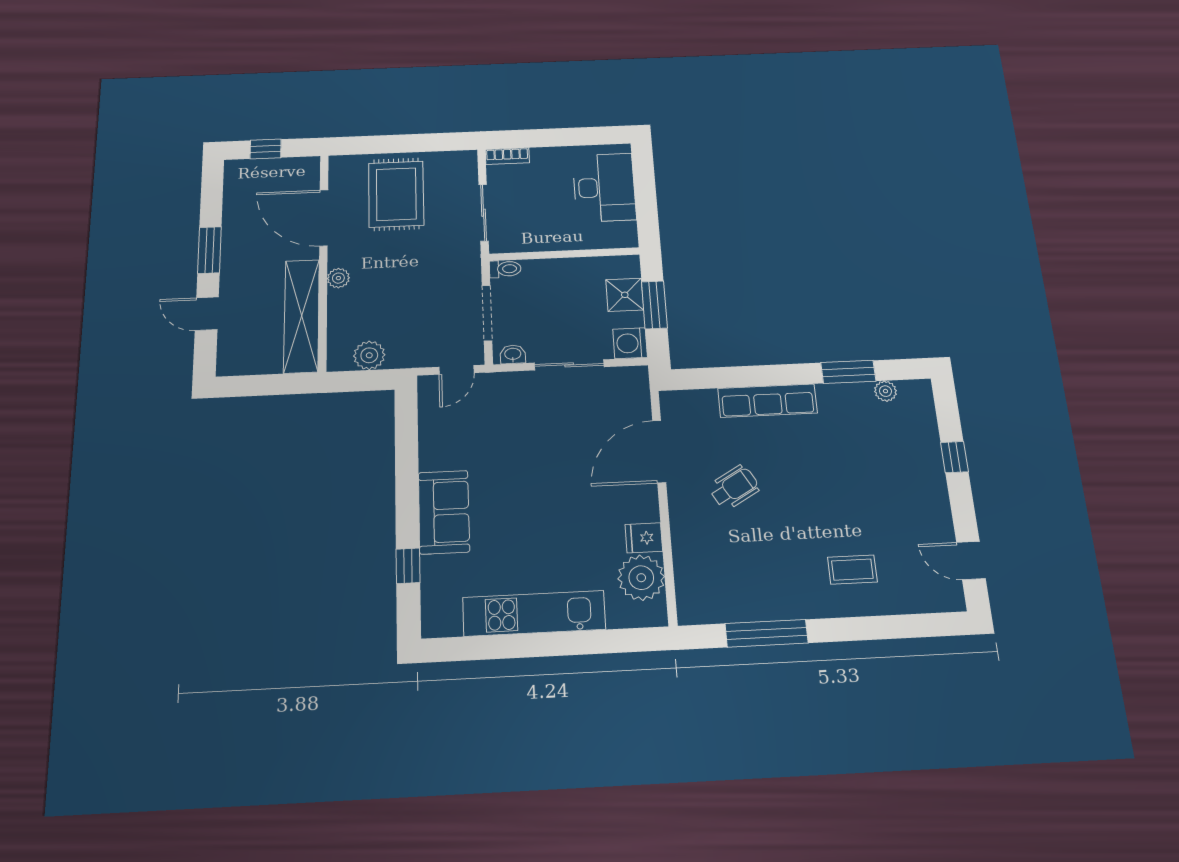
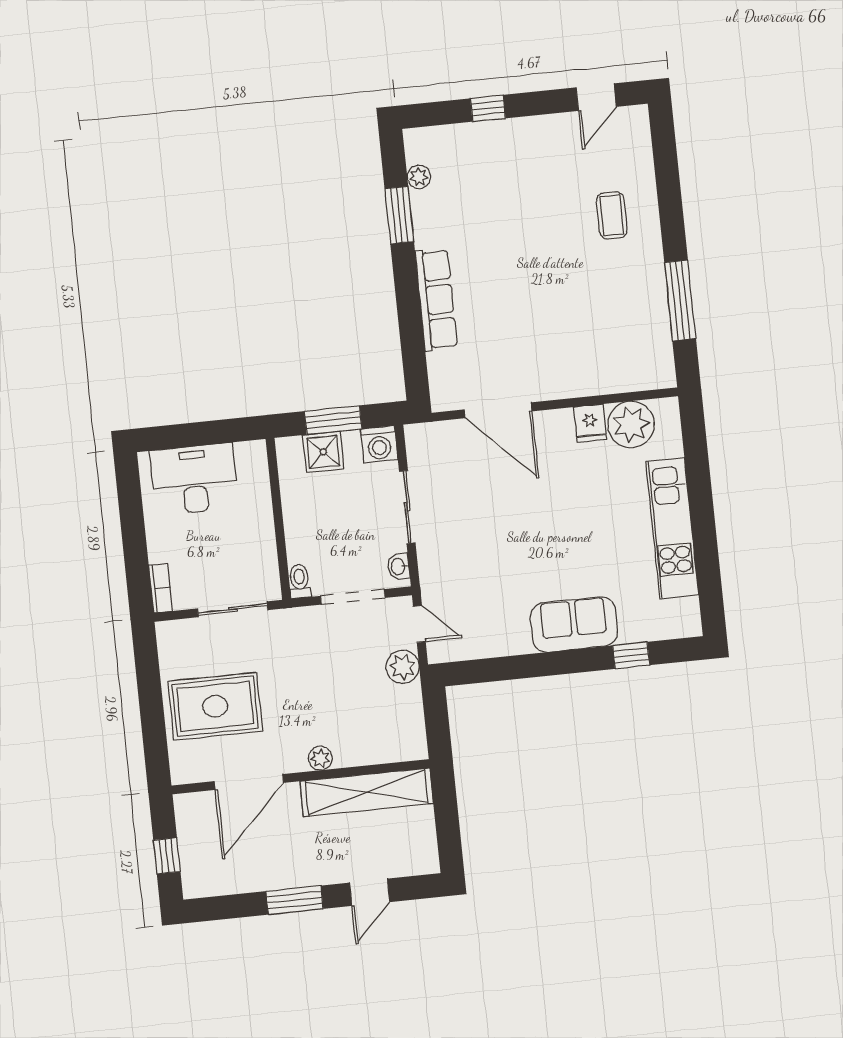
plant: (369, 355) -> (403, 667), moved
wheelchair: (734, 487) -> (532, 334), removed

